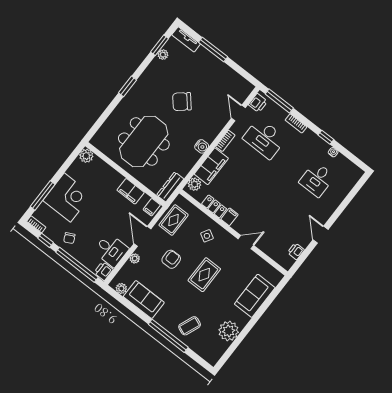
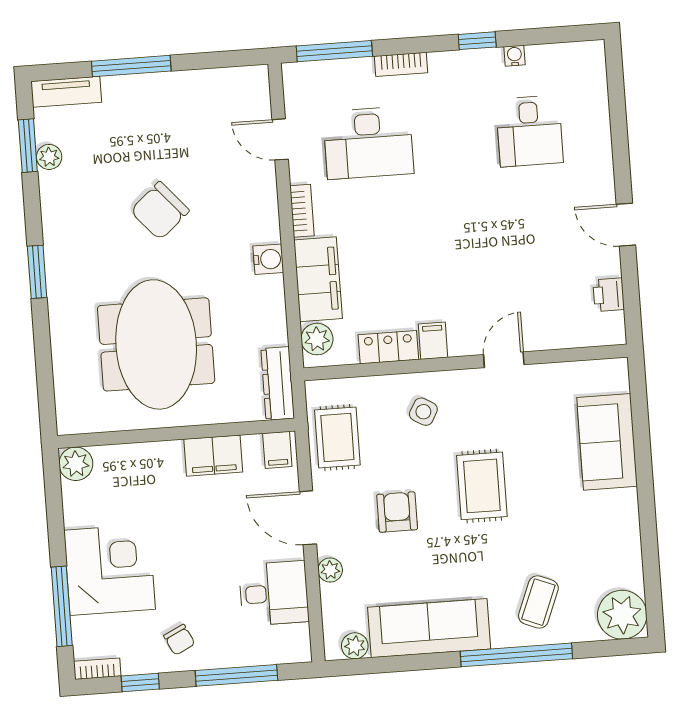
printer: (258, 103) -> (299, 89), removed
window: (77, 265) -> (236, 675), width x0.68
printer: (104, 271) -> (294, 643), removed
sofa: (144, 300) -> (429, 628), width x1.36
plant: (229, 331) -> (622, 615), moved

